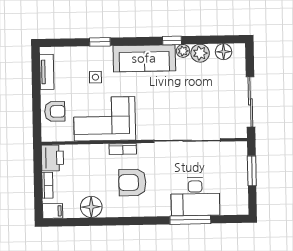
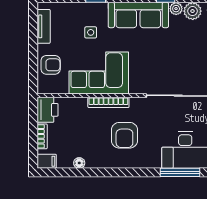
bookcase: (123, 149) -> (108, 102), width x1.56
armchair: (132, 183) -> (124, 135), turned -90
floor lamp: (91, 207) -> (79, 163), width x0.53, depth x0.53

